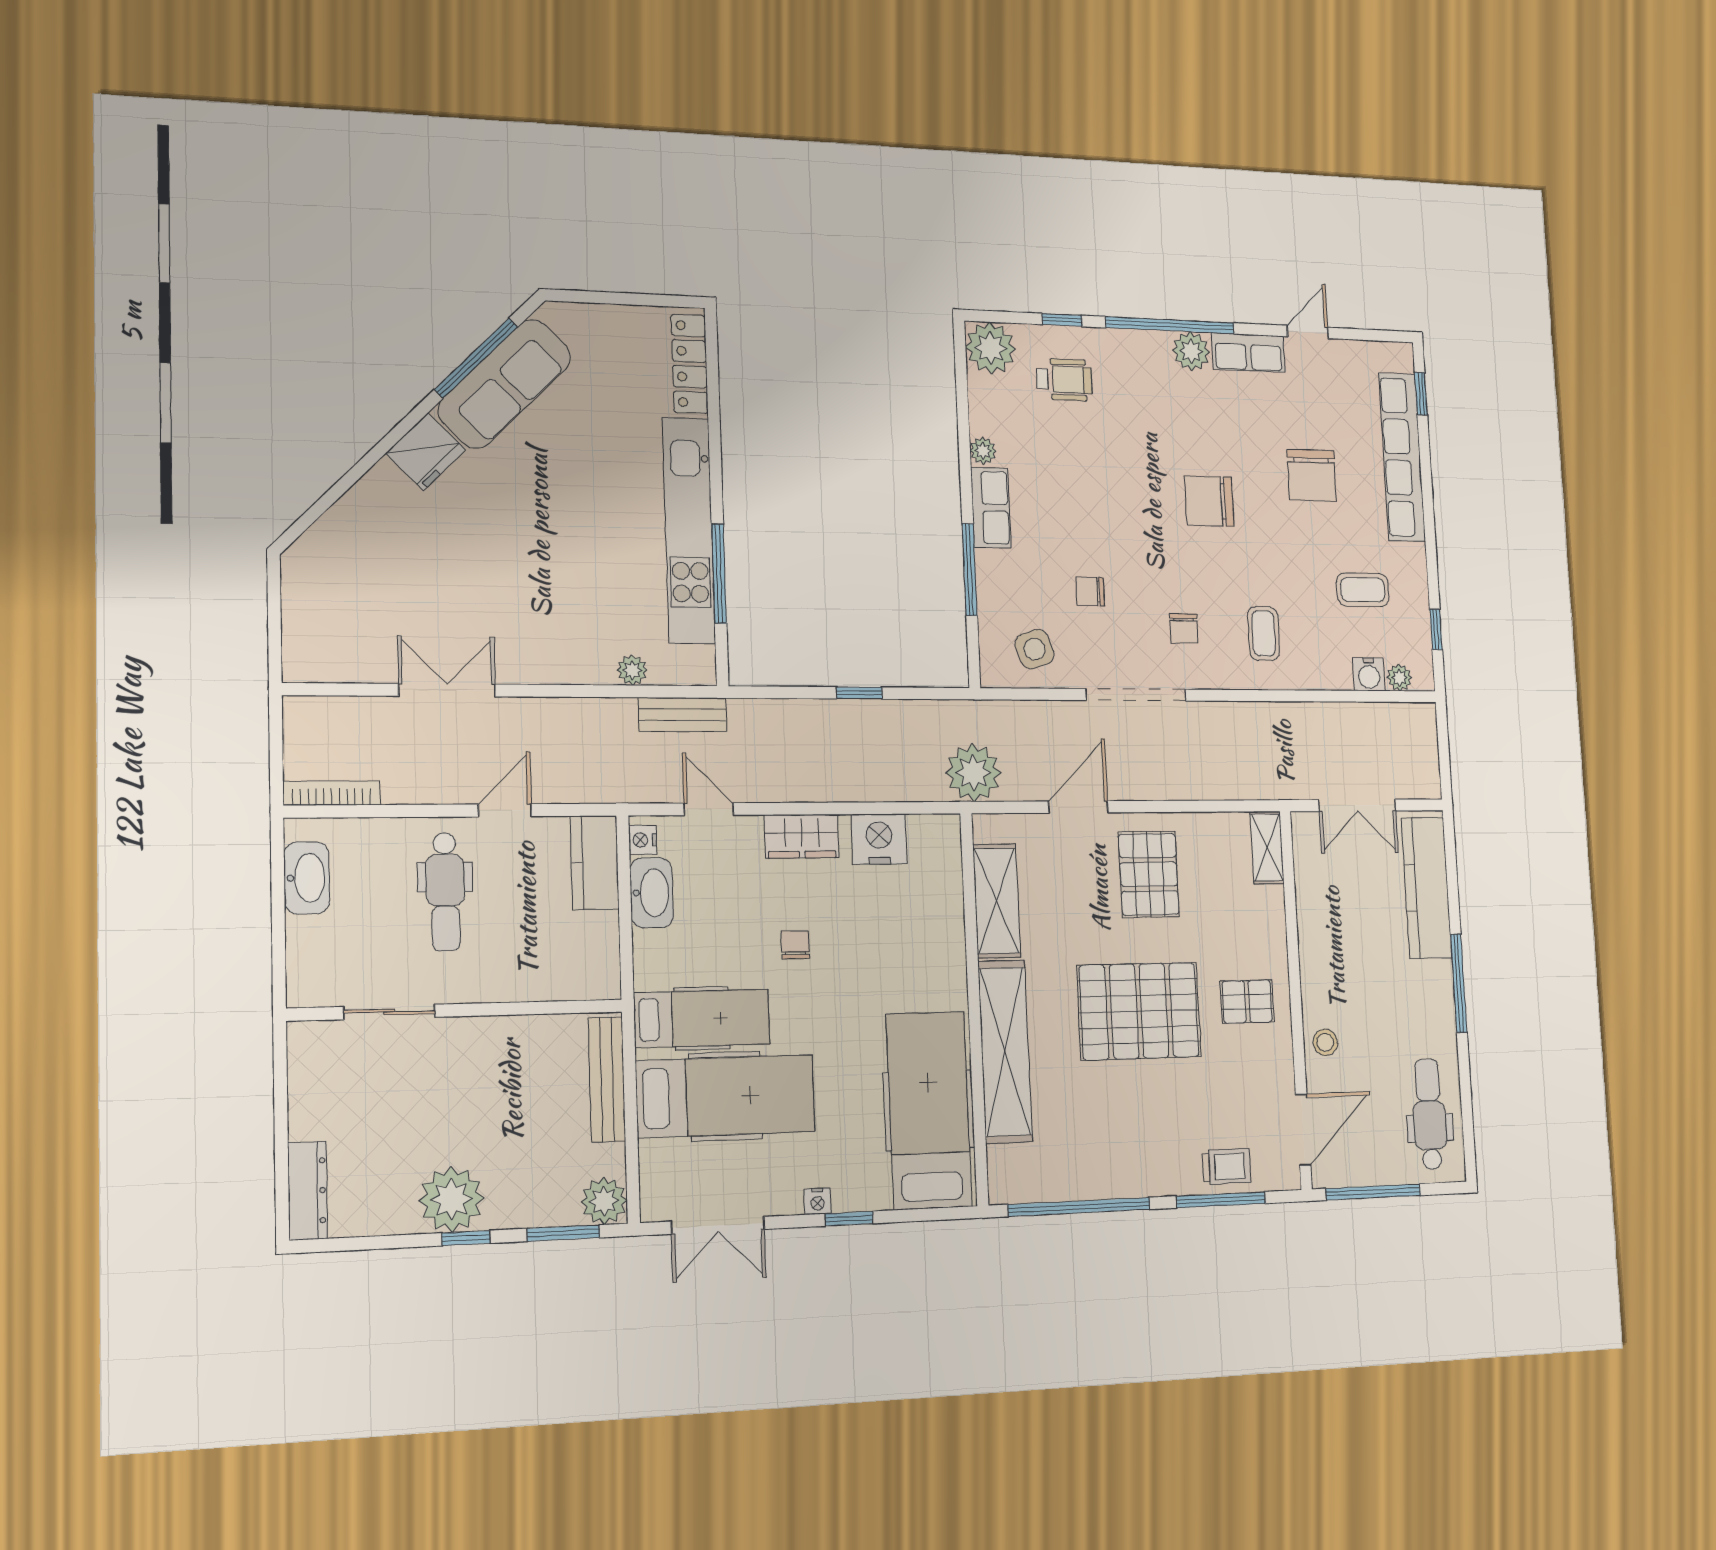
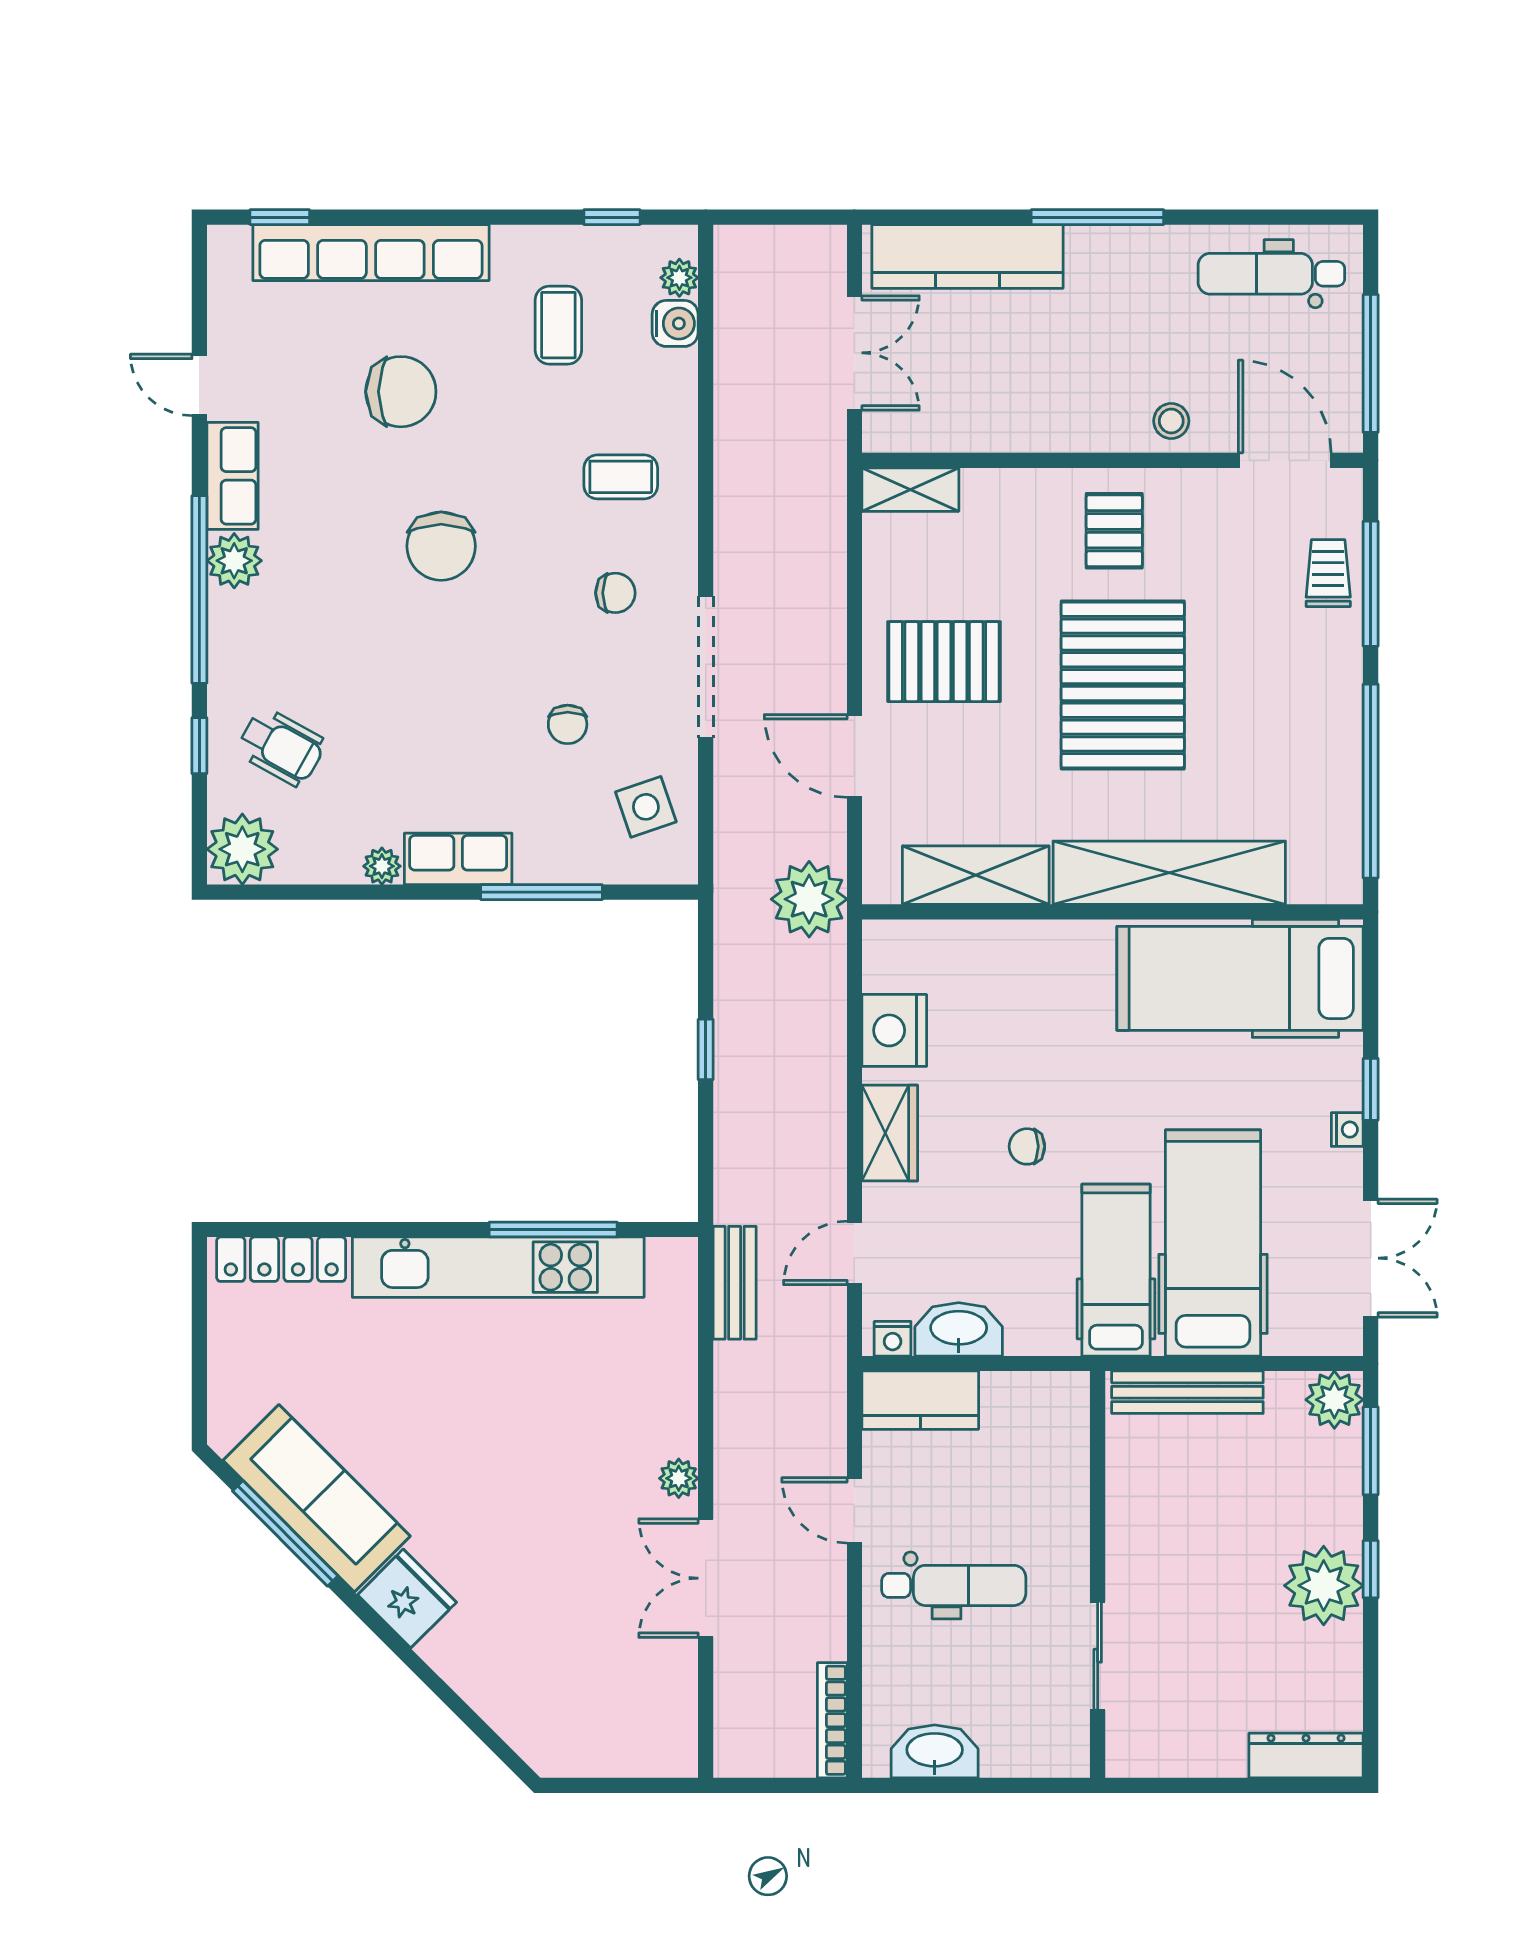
wheelchair: (1064, 380) -> (281, 747), turned 119
plant: (632, 670) -> (679, 1478), moved

